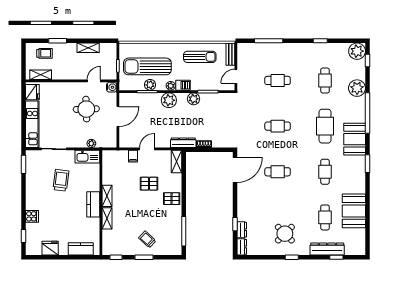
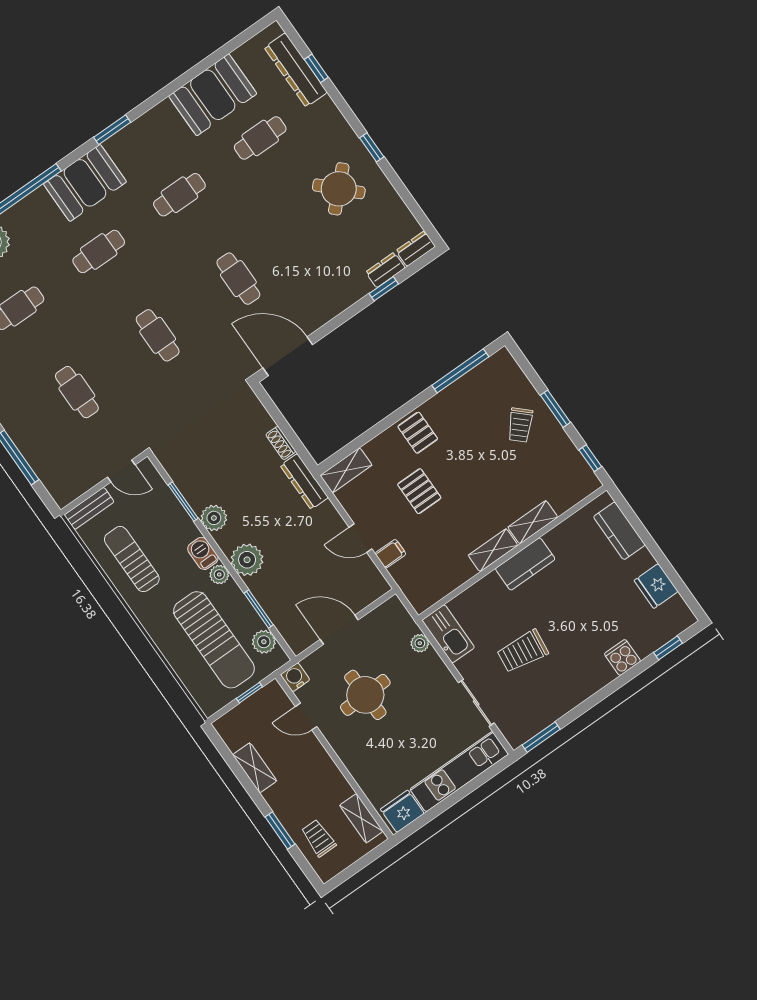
plant: (150, 85) -> (264, 642), moved
cafe table: (325, 126) -> (99, 251), width x0.73, depth x0.74
dresser: (327, 249) -> (296, 70), moved

